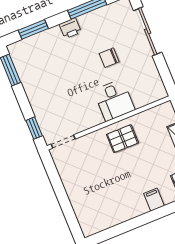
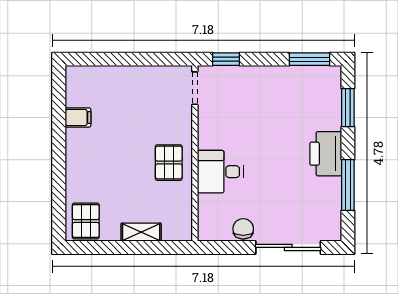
printer: (70, 28) -> (326, 154), width x1.87, depth x1.48
chair: (109, 58) -> (243, 229), moved
filing cabinet: (154, 200) -> (78, 117), moved

